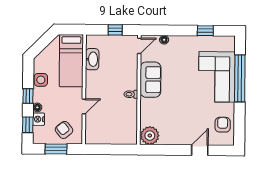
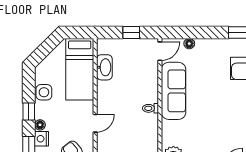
sofa: (150, 80) -> (174, 91), width x1.36

